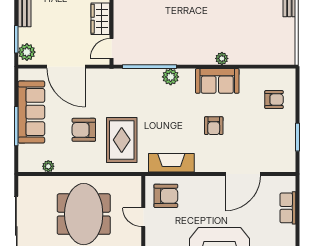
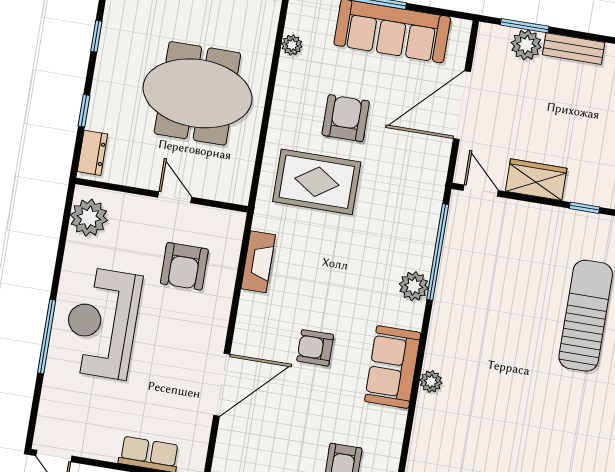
plant: (27, 52) -> (526, 45), moved
fireplace: (171, 163) -> (258, 262), width x0.73, depth x0.76
door: (243, 174) -> (222, 385), swing flipped
armchair: (166, 196) -> (184, 266), moved
door: (143, 217) -> (175, 197), hinge flipped

